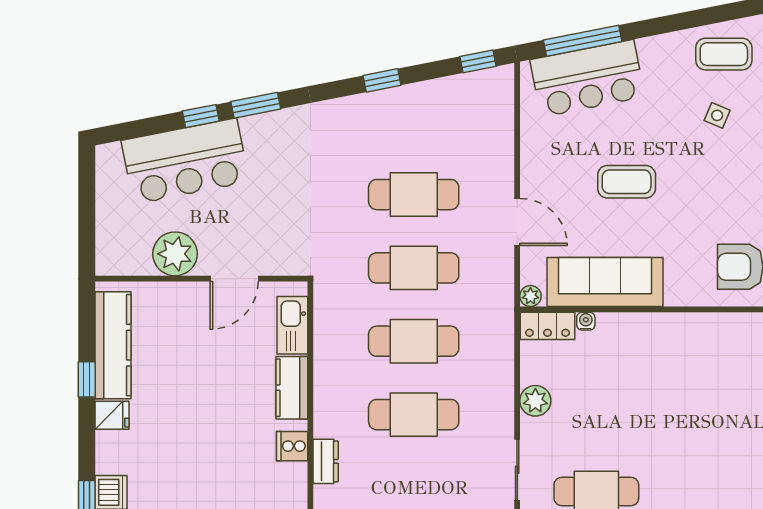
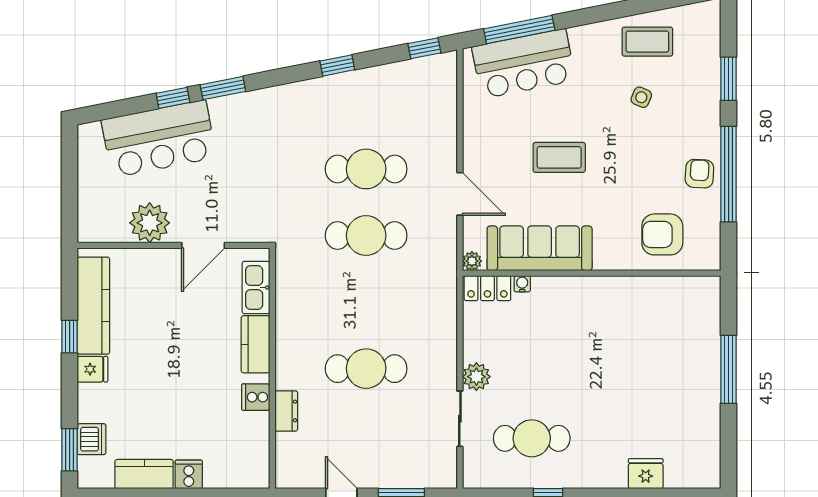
cafe table: (414, 341) -> (366, 302), removed
plant: (535, 401) -> (476, 377), moved

